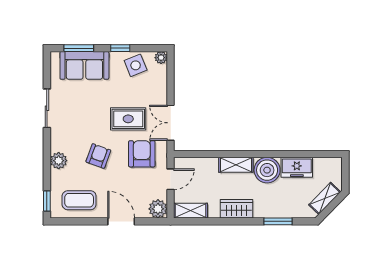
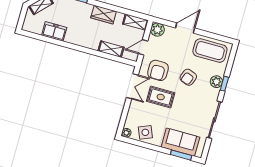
window: (120, 48) -> (153, 147), removed
sliding door: (47, 108) -> (214, 120), width x1.37
shelving: (236, 165) -> (111, 49), moved
boiler: (267, 170) -> (75, 35), removed
coffee table: (79, 200) -> (210, 51), width x1.36, depth x1.32
window: (47, 201) -> (224, 84), moved
door: (121, 221) -> (185, 28), swing flipped

